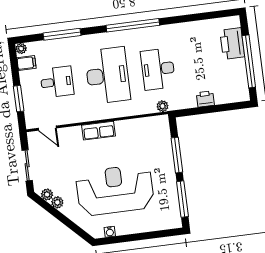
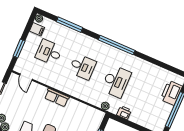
desk: (158, 69) -> (116, 81), turned 180
desk: (107, 75) -> (82, 67), width x0.53, depth x0.77
desk: (57, 82) -> (49, 52), turned 180
printer: (205, 99) -> (124, 113), moved

